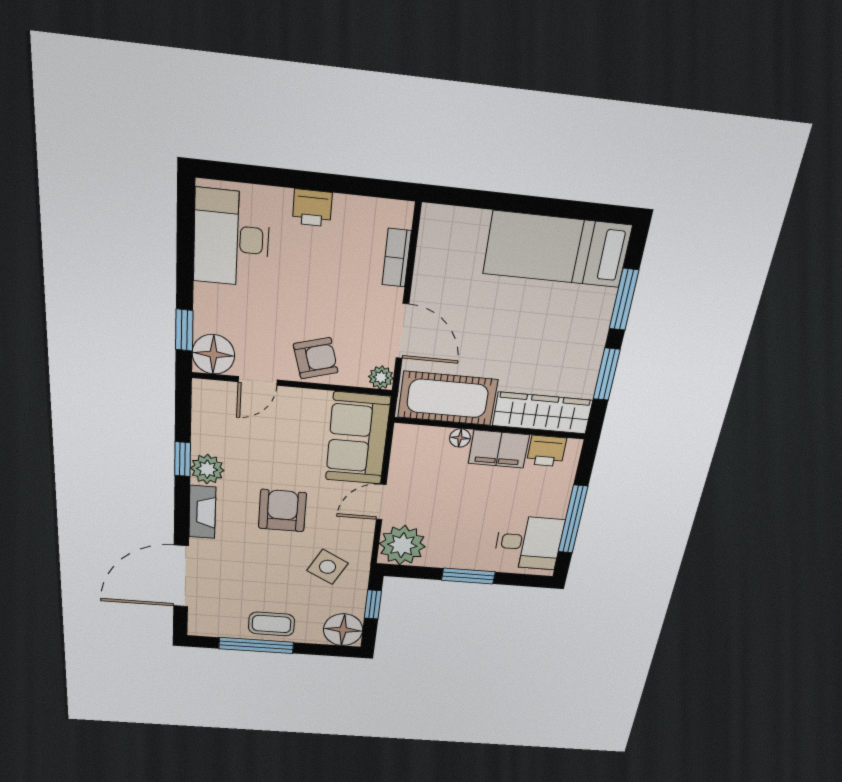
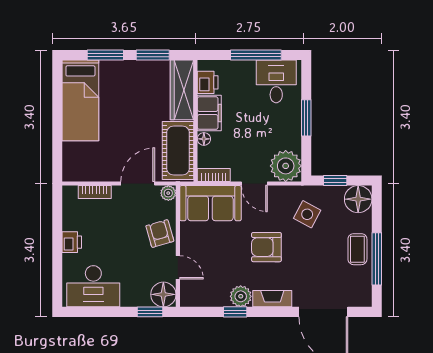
bookcase: (402, 447) -> (214, 175), added

